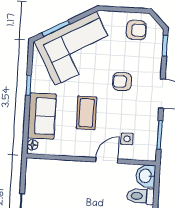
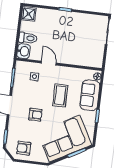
door: (107, 160) -> (49, 63), swing flipped

